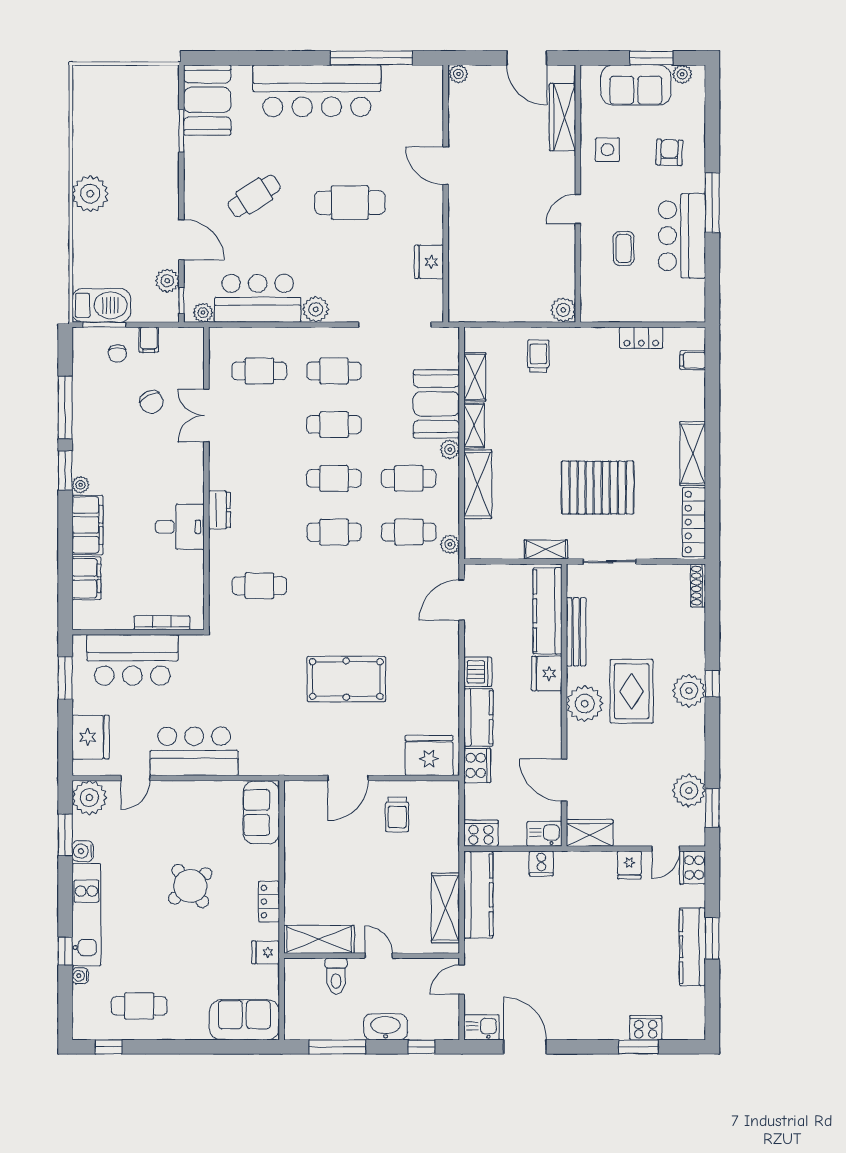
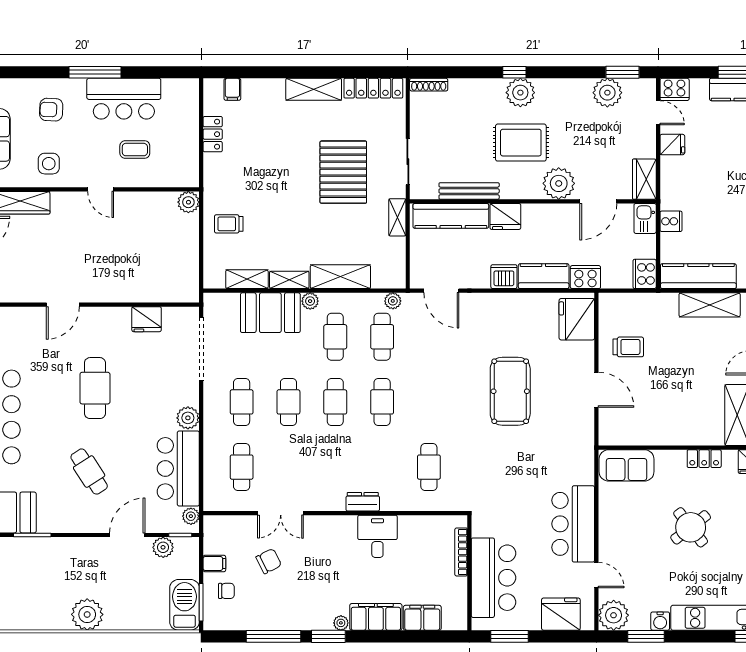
plant: (585, 704) -> (559, 183), moved

